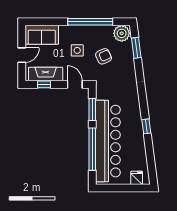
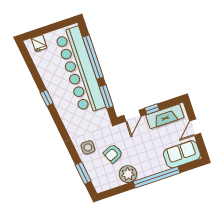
window: (90, 22) -> (157, 177), moved
plant: (122, 33) -> (128, 174), moved
side table: (77, 50) -> (88, 147), moved
window: (44, 84) -> (152, 109), moved
door: (75, 84) -> (132, 116), hinge flipped

